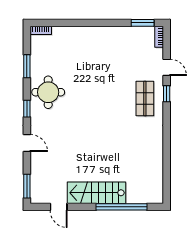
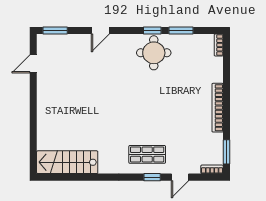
bookcase: (100, 31) -> (218, 108), added
window: (27, 109) -> (152, 30), moved
stairs: (97, 193) -> (67, 162), moved, turned -90
window: (121, 207) -> (33, 130), removed

